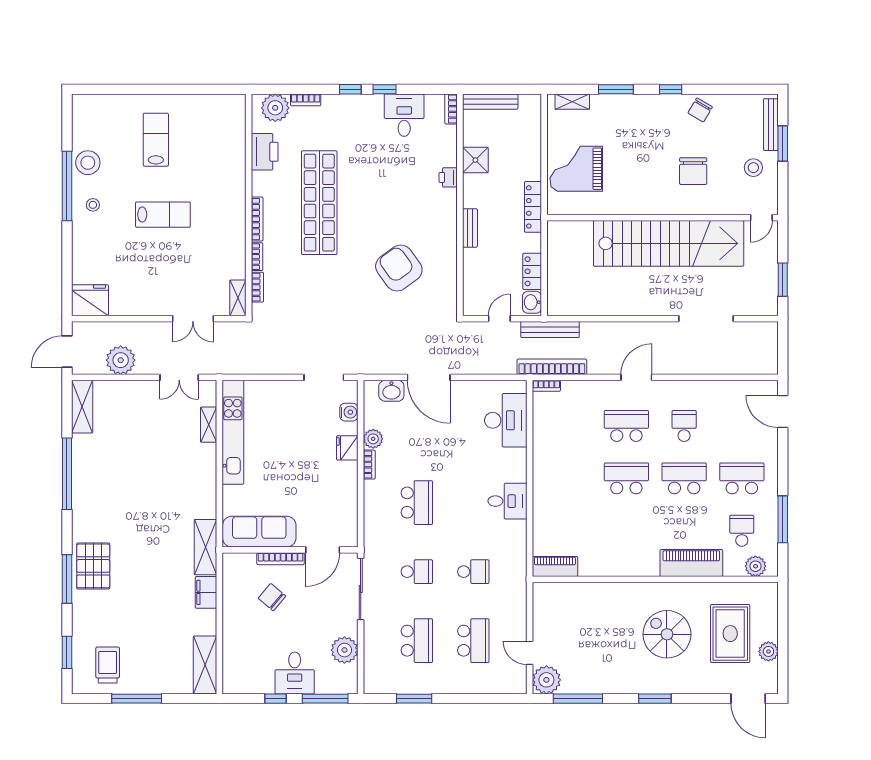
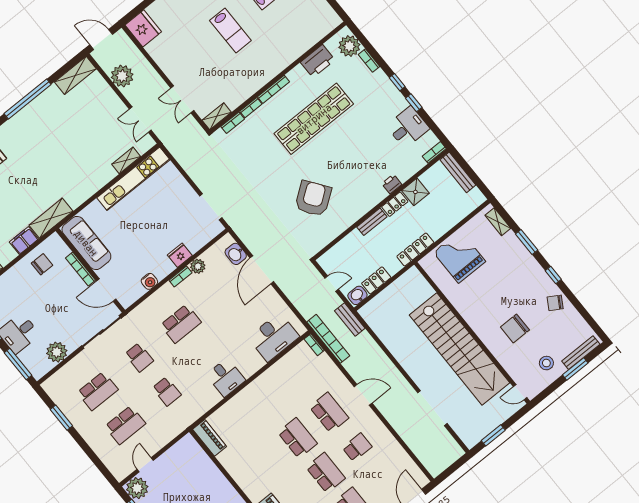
locker: (471, 191) -> (395, 204), added
bench: (550, 330) -> (350, 320), width x0.73
water cooler: (349, 412) -> (149, 281), moved
chair: (272, 597) -> (42, 264), moved, turned 50

